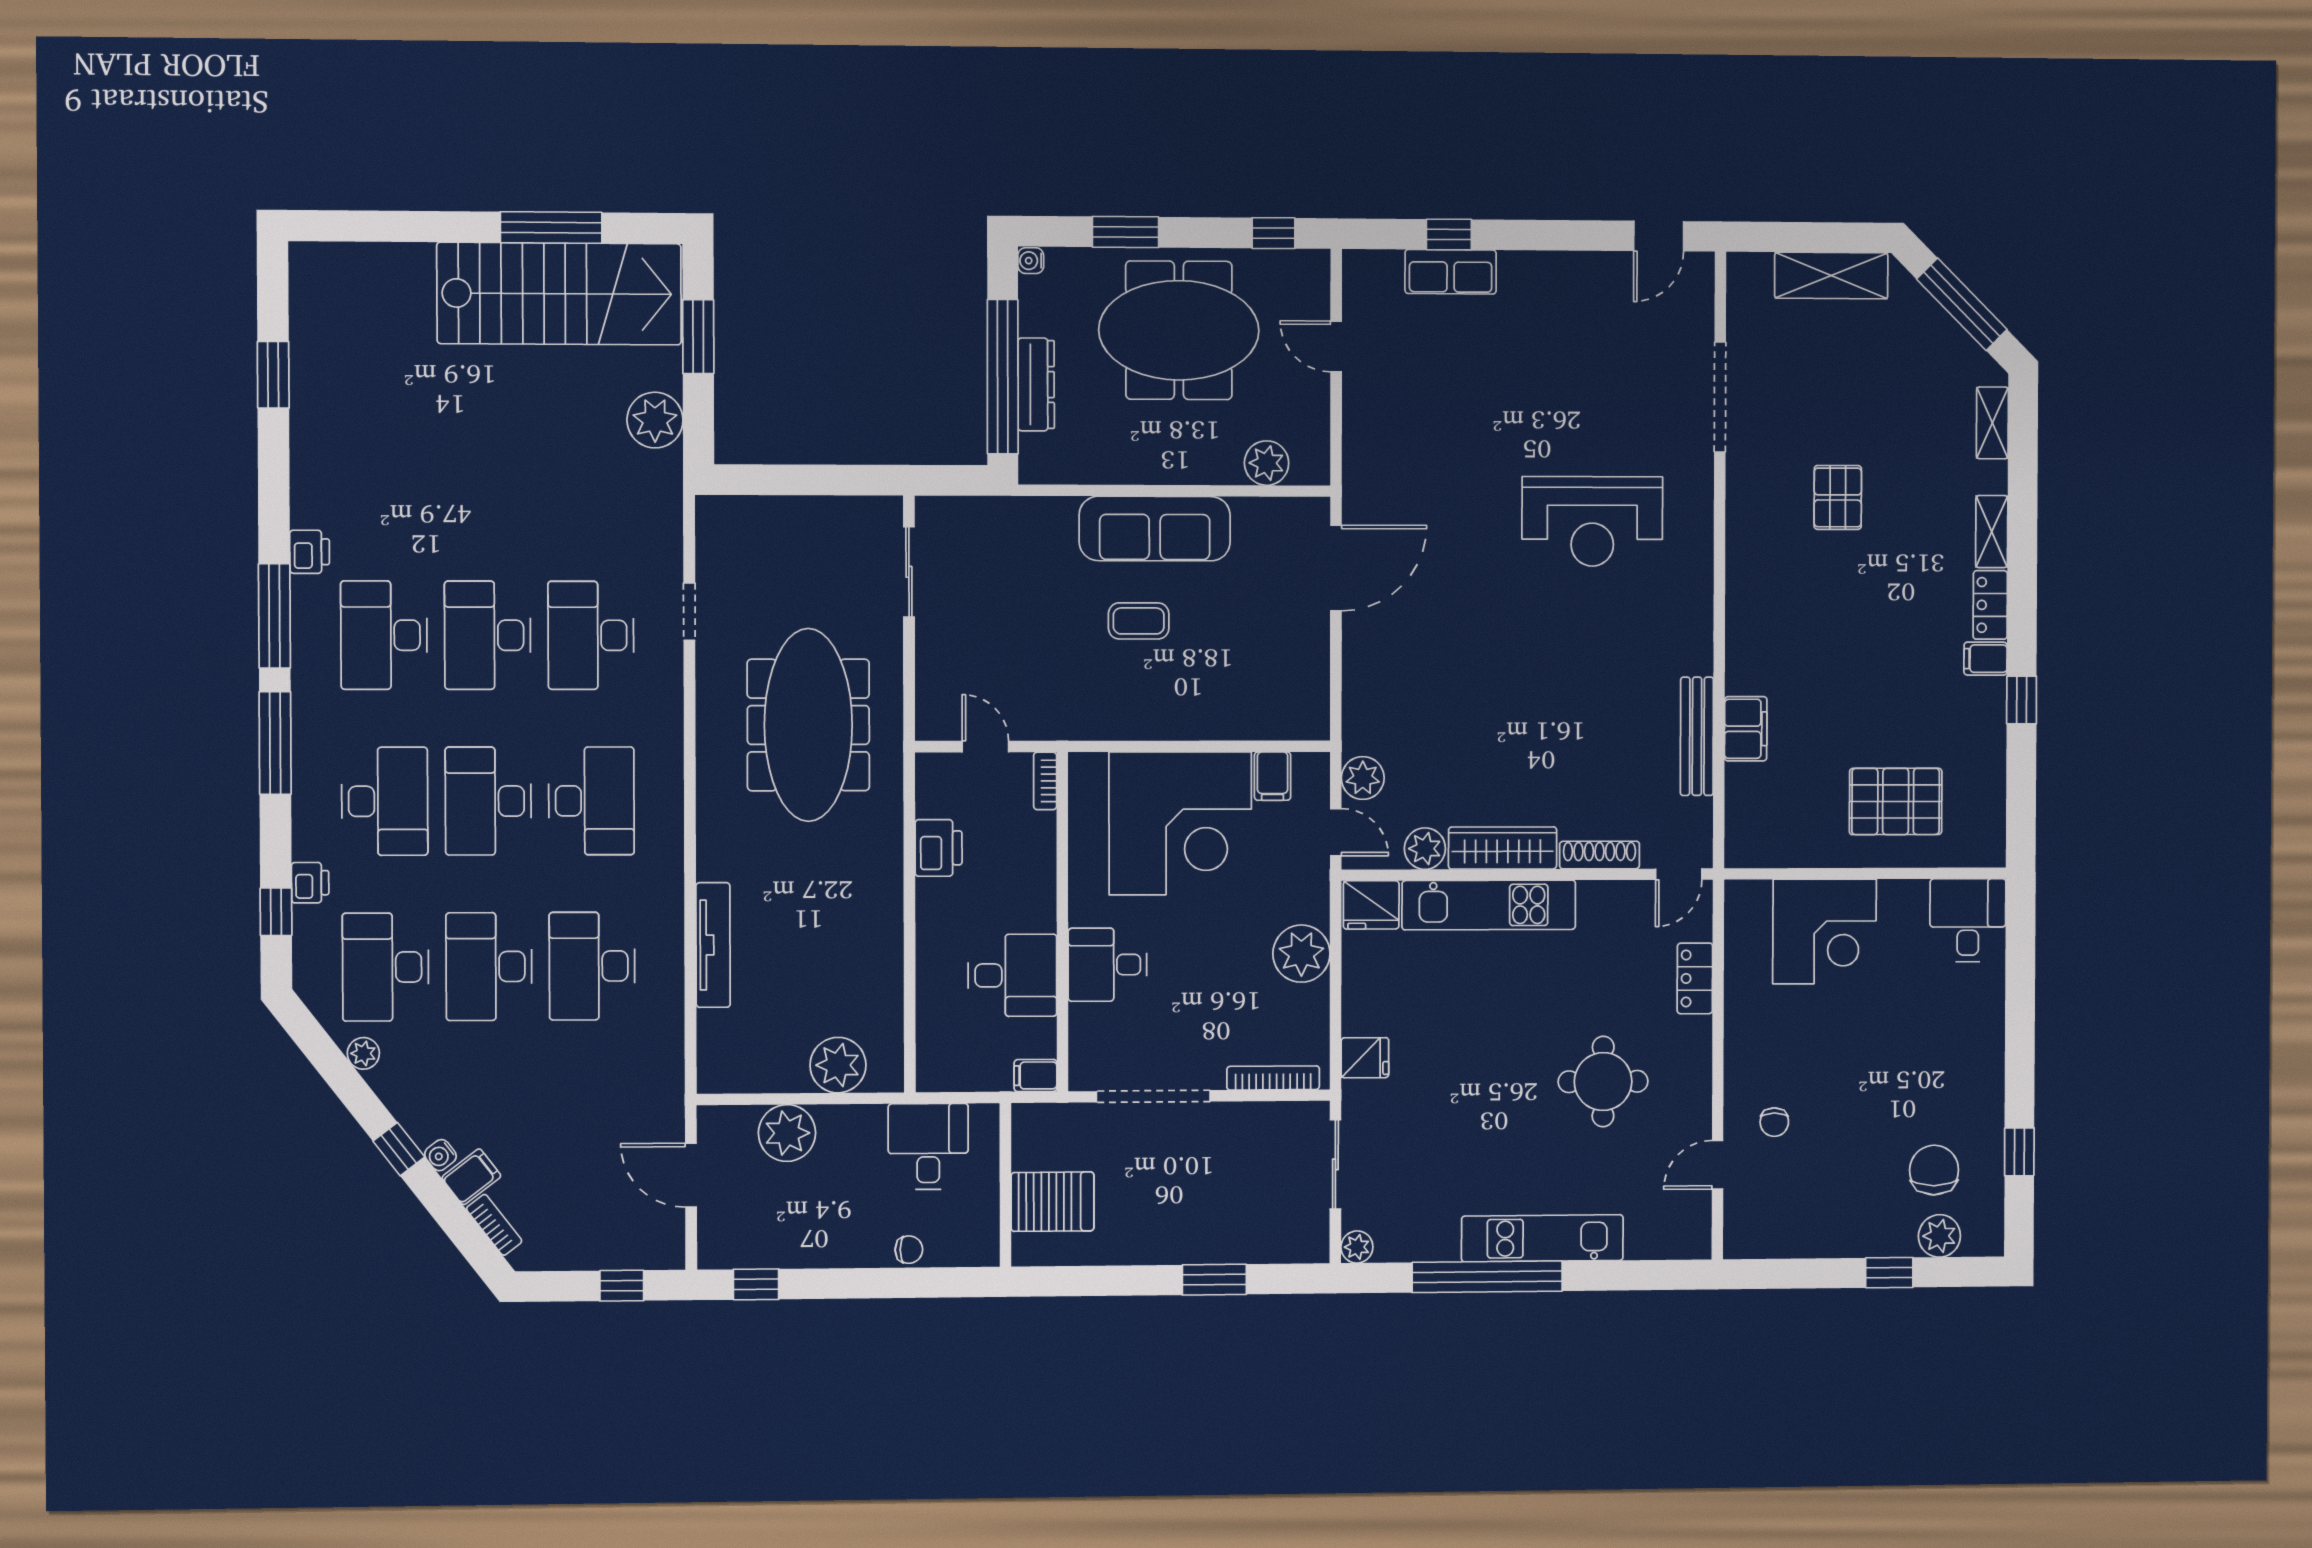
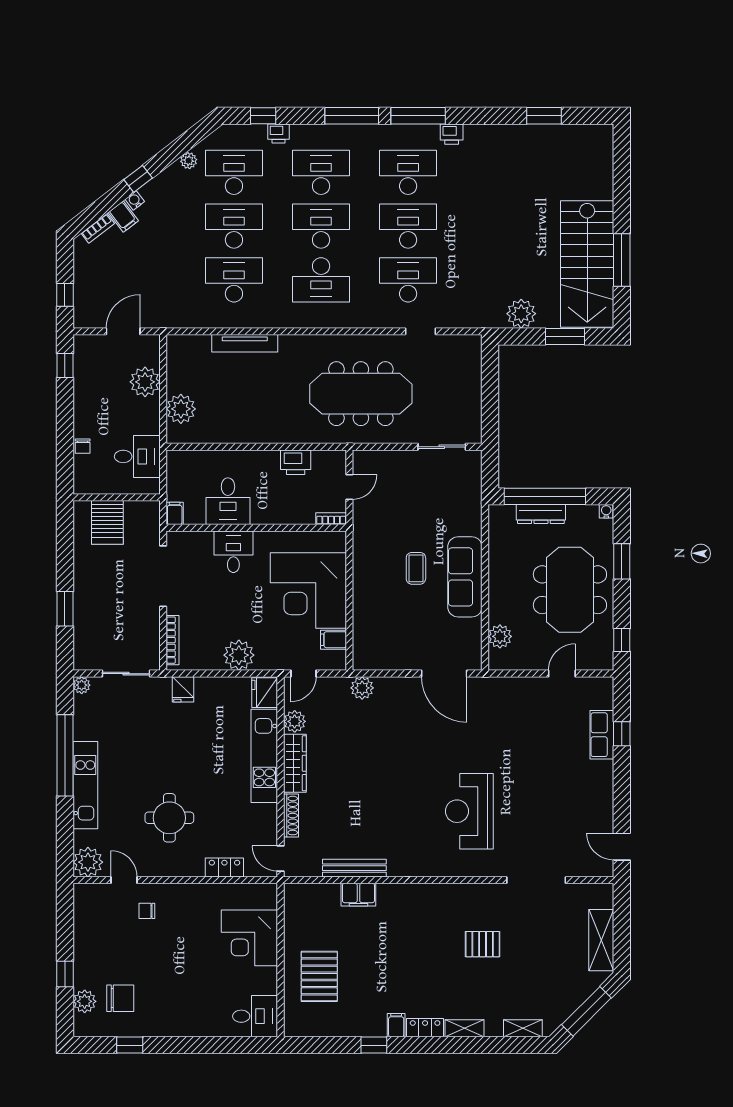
plant: (1363, 778) -> (362, 688), moved
desk: (385, 801) -> (321, 172), turned 180
plant: (1684, 1232) -> (88, 862), added

